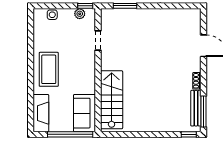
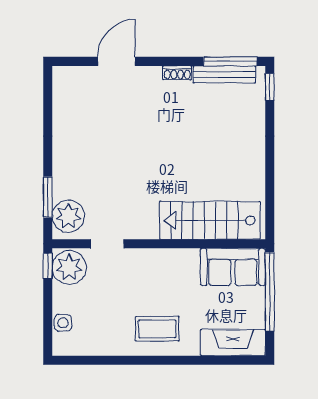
plant: (80, 14) -> (69, 267), width x1.88, depth x1.88
plant: (114, 18) -> (68, 216), added
coffee table: (49, 69) -> (157, 329), width x0.73, depth x0.76

